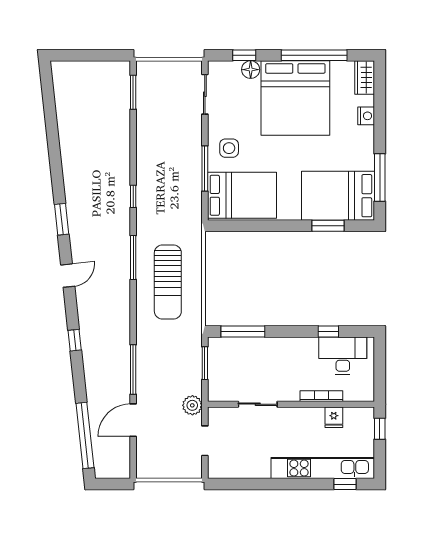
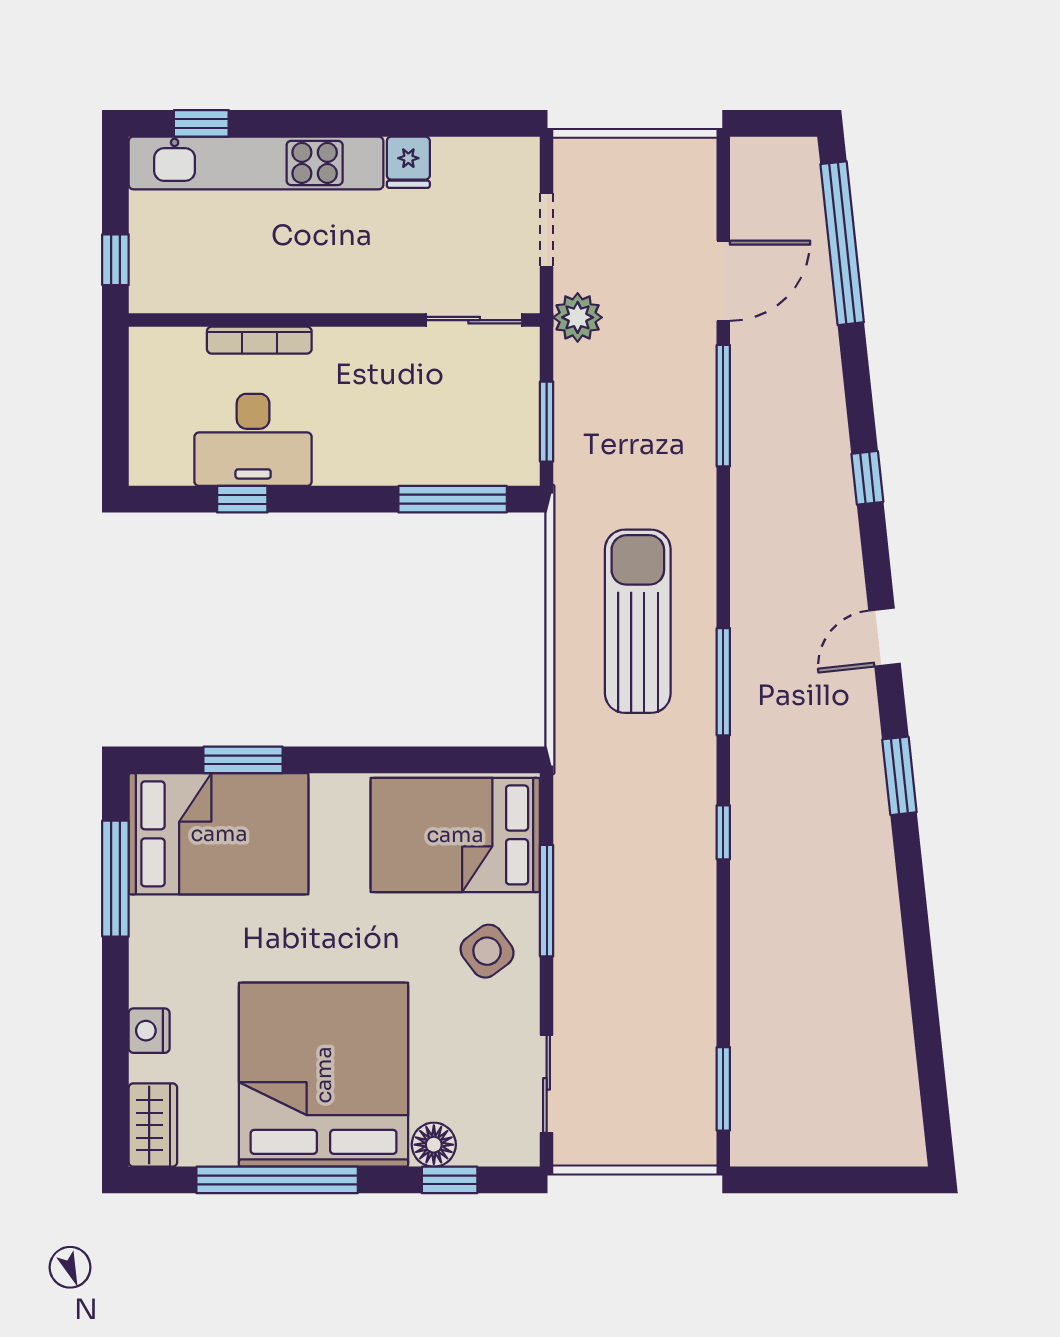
side table: (229, 148) -> (487, 951), turned -37
desk: (343, 356) -> (253, 440), moved
sliding door: (258, 404) -> (474, 320), moved
fridge: (334, 417) -> (408, 162), moved, turned 180

